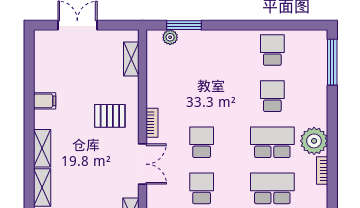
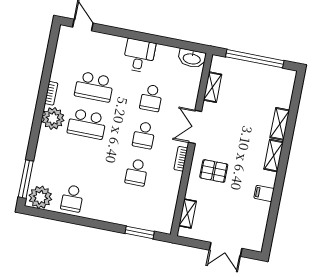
plant: (170, 37) -> (40, 197), moved, width x1.87, depth x1.87
school desk: (272, 96) -> (137, 172), moved

